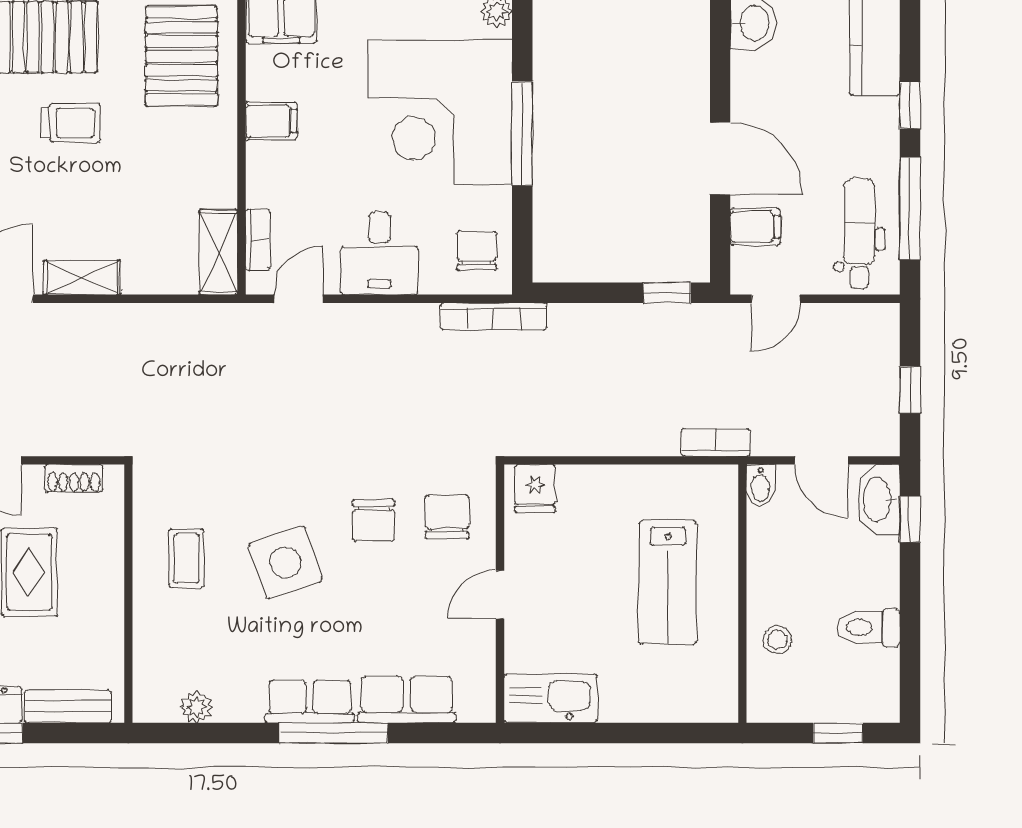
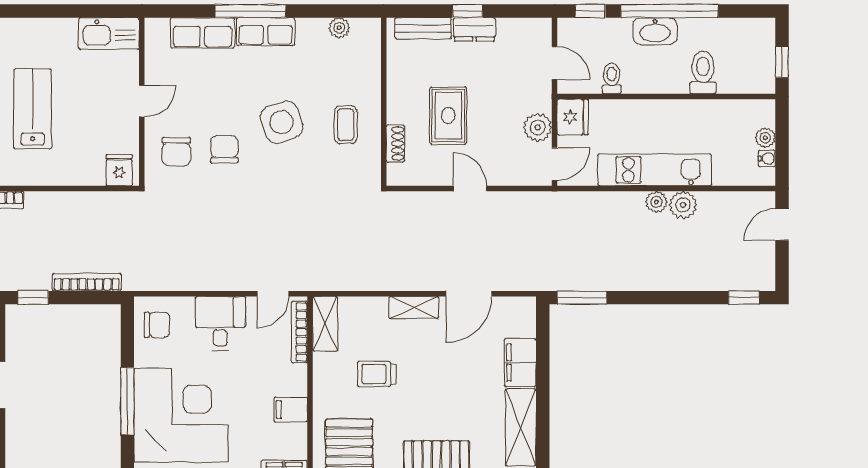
trolley: (71, 123) -> (377, 374), moved
bookcase: (258, 240) -> (299, 332), width x1.56
chair: (477, 251) -> (157, 325), turned -90
bookcase: (494, 316) -> (87, 282), moved
shoe rack: (74, 478) -> (395, 143), moved, turned 90

